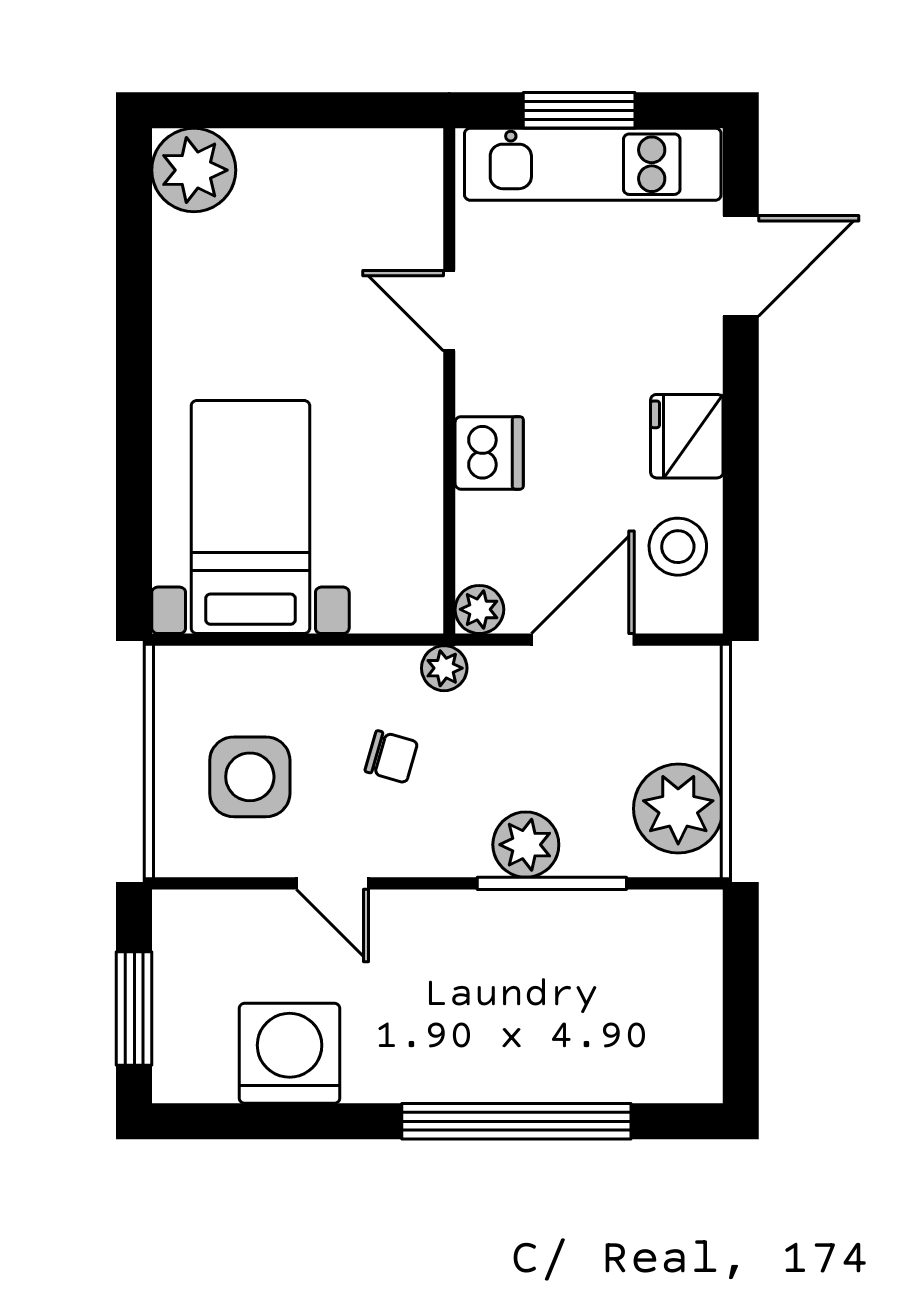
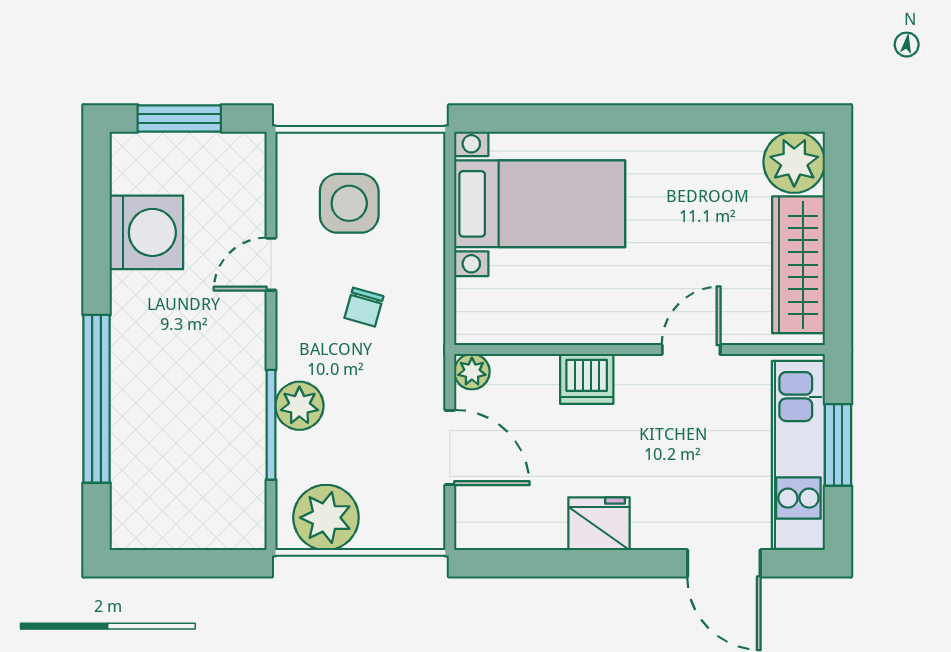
wardrobe: (334, 164) -> (799, 265), added
stool: (678, 547) -> (518, 517), removed
plant: (444, 668) -> (429, 346), removed

